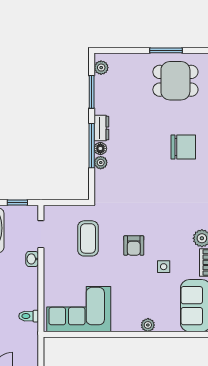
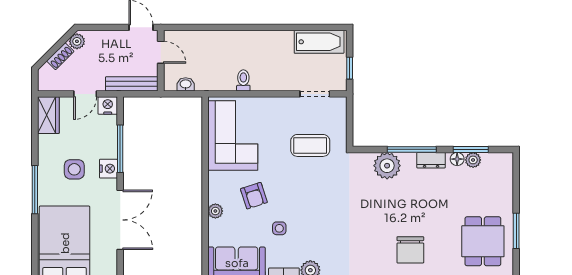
plant: (101, 68) -> (473, 160), moved
floor lamp: (100, 148) -> (457, 159), moved
plant: (101, 163) -> (387, 166), width x1.88, depth x1.88
armchair: (134, 245) -> (254, 196), moved, turned -108
washbasin: (32, 259) -> (186, 84), moved
toilet: (29, 316) -> (243, 80), moved

